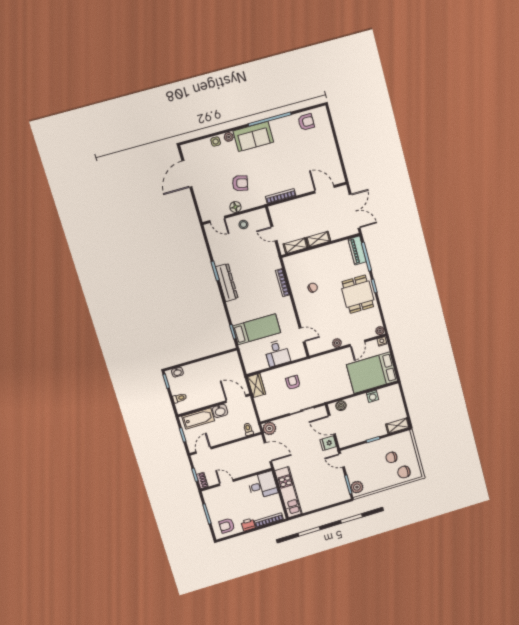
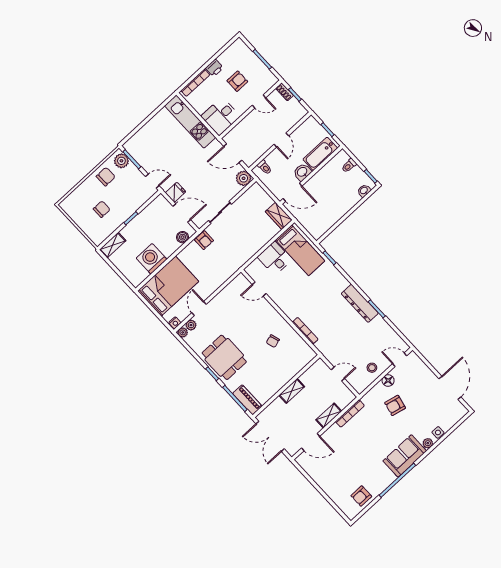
shelving: (296, 246) -> (329, 416), moved
bed: (257, 329) -> (300, 250), moved, turned -90
plant: (337, 343) -> (191, 325), moved
armchair: (293, 382) -> (204, 240), moved
washing machine: (372, 396) -> (152, 259), width x1.89, depth x1.89
door: (204, 450) -> (281, 140), moved
chair: (404, 472) -> (106, 177), moved
armchair: (227, 526) -> (237, 81), moved

